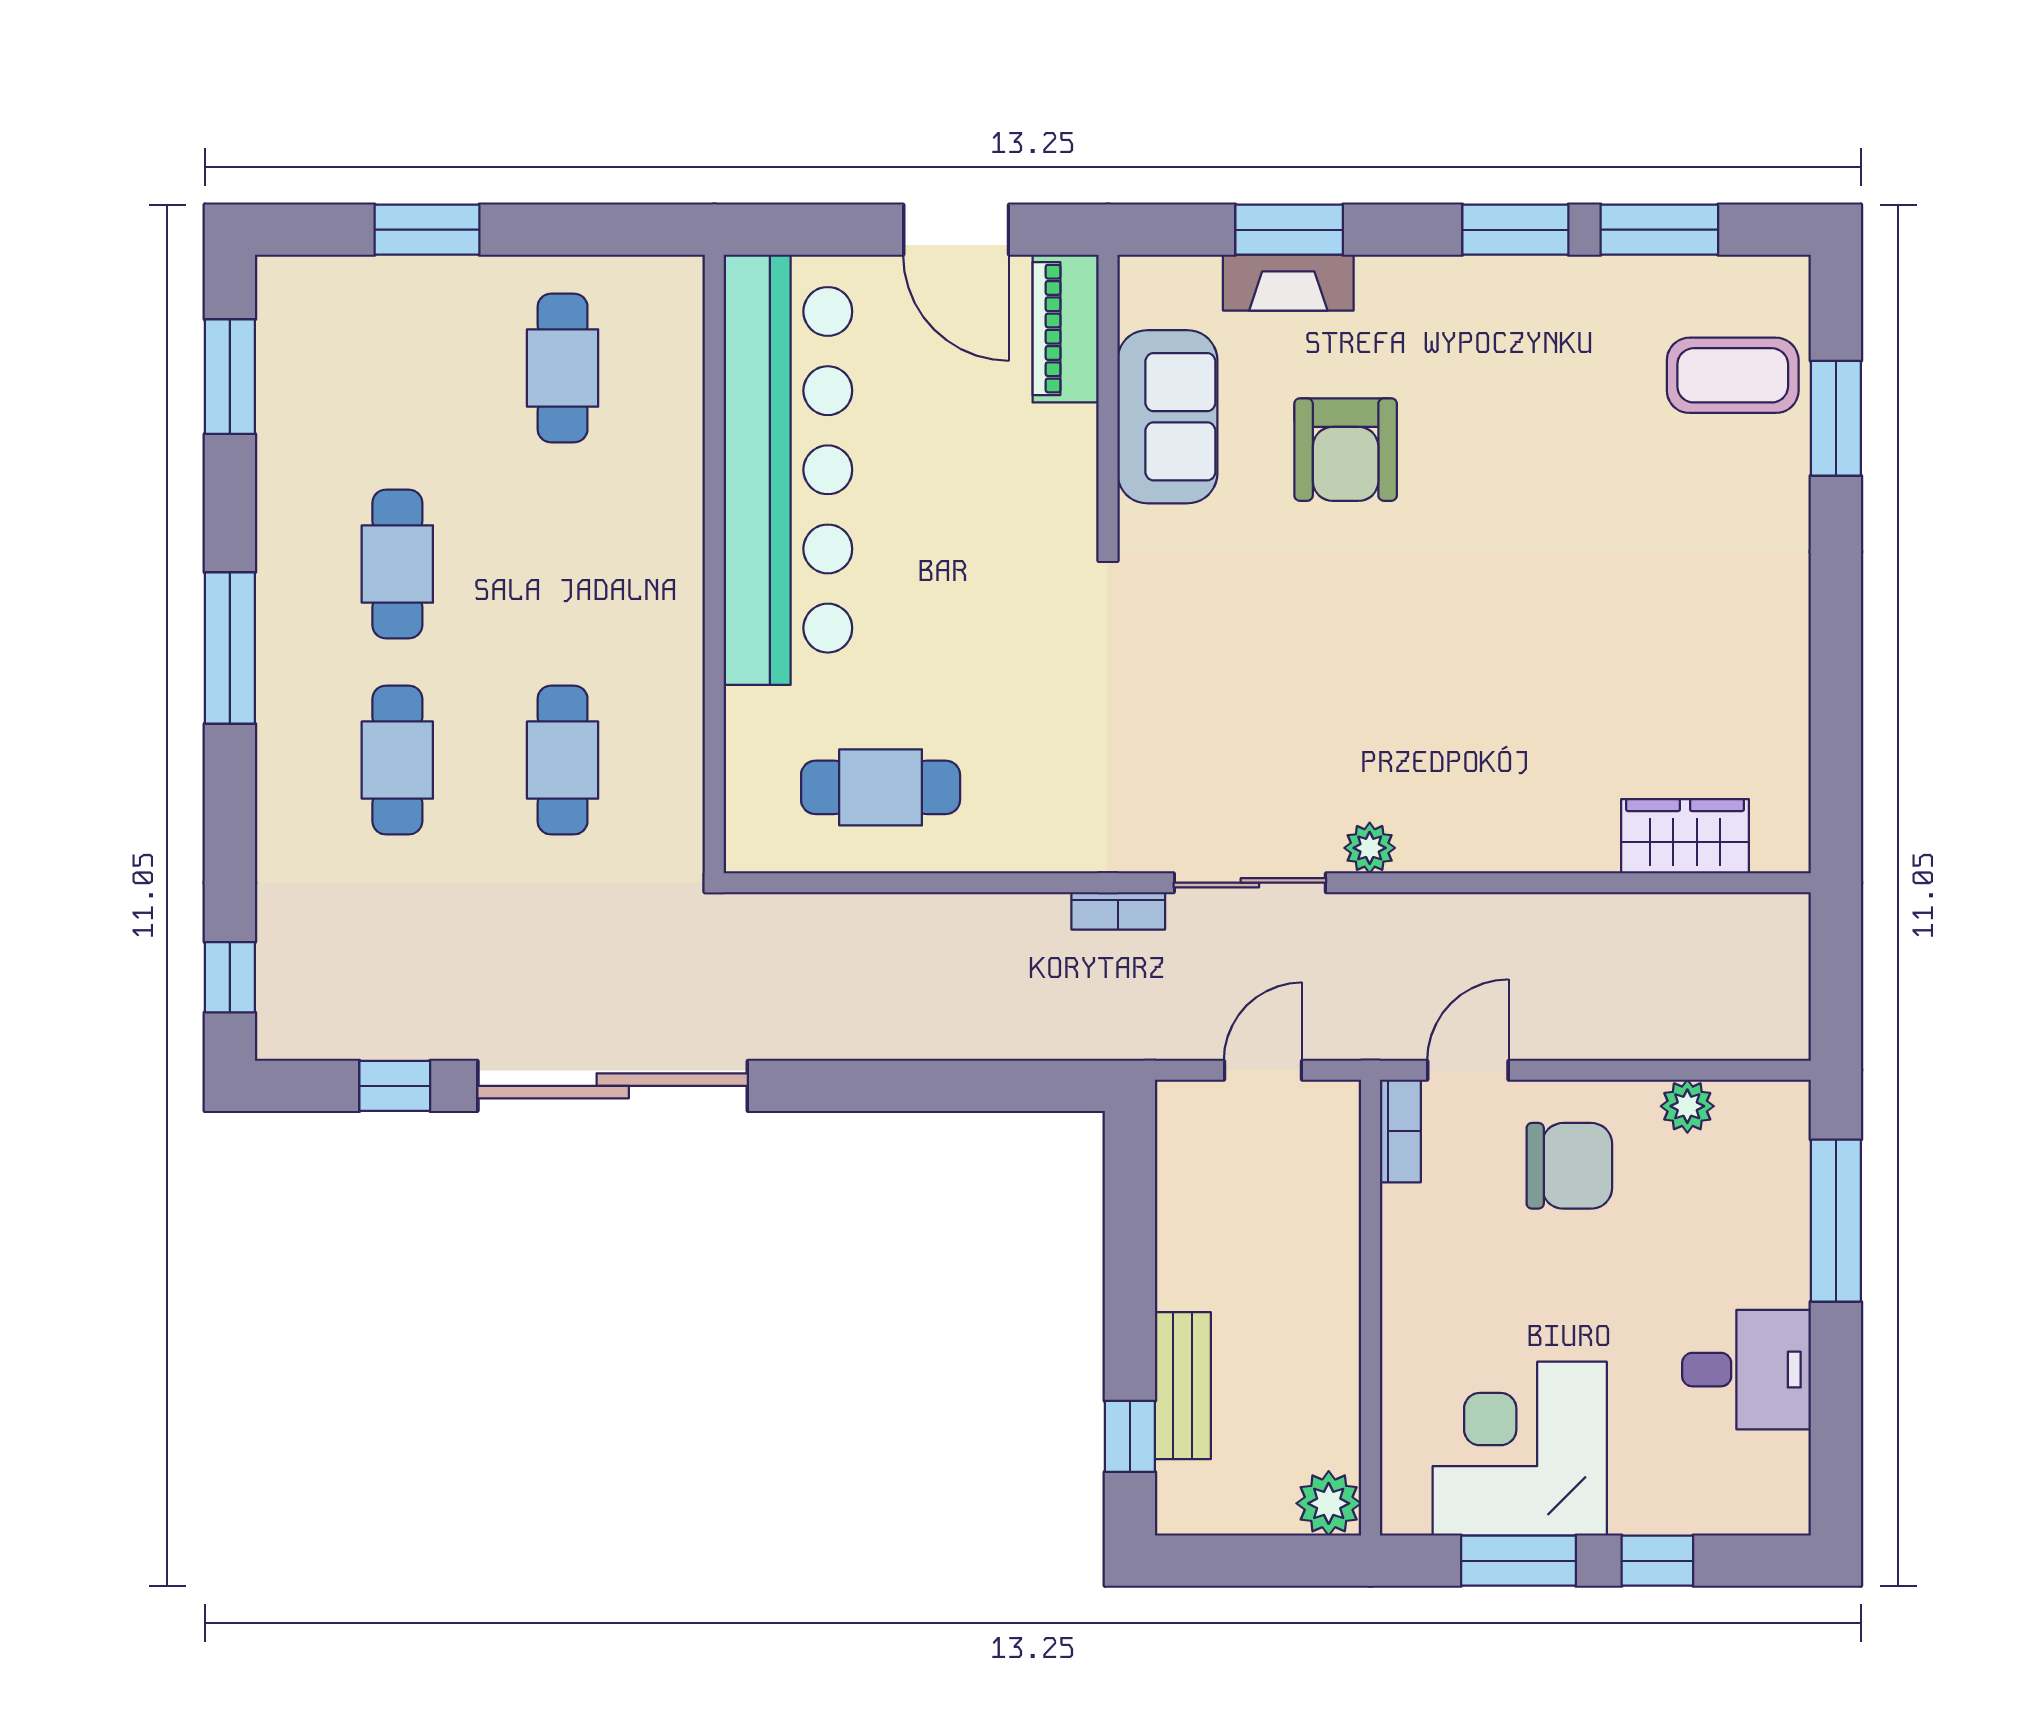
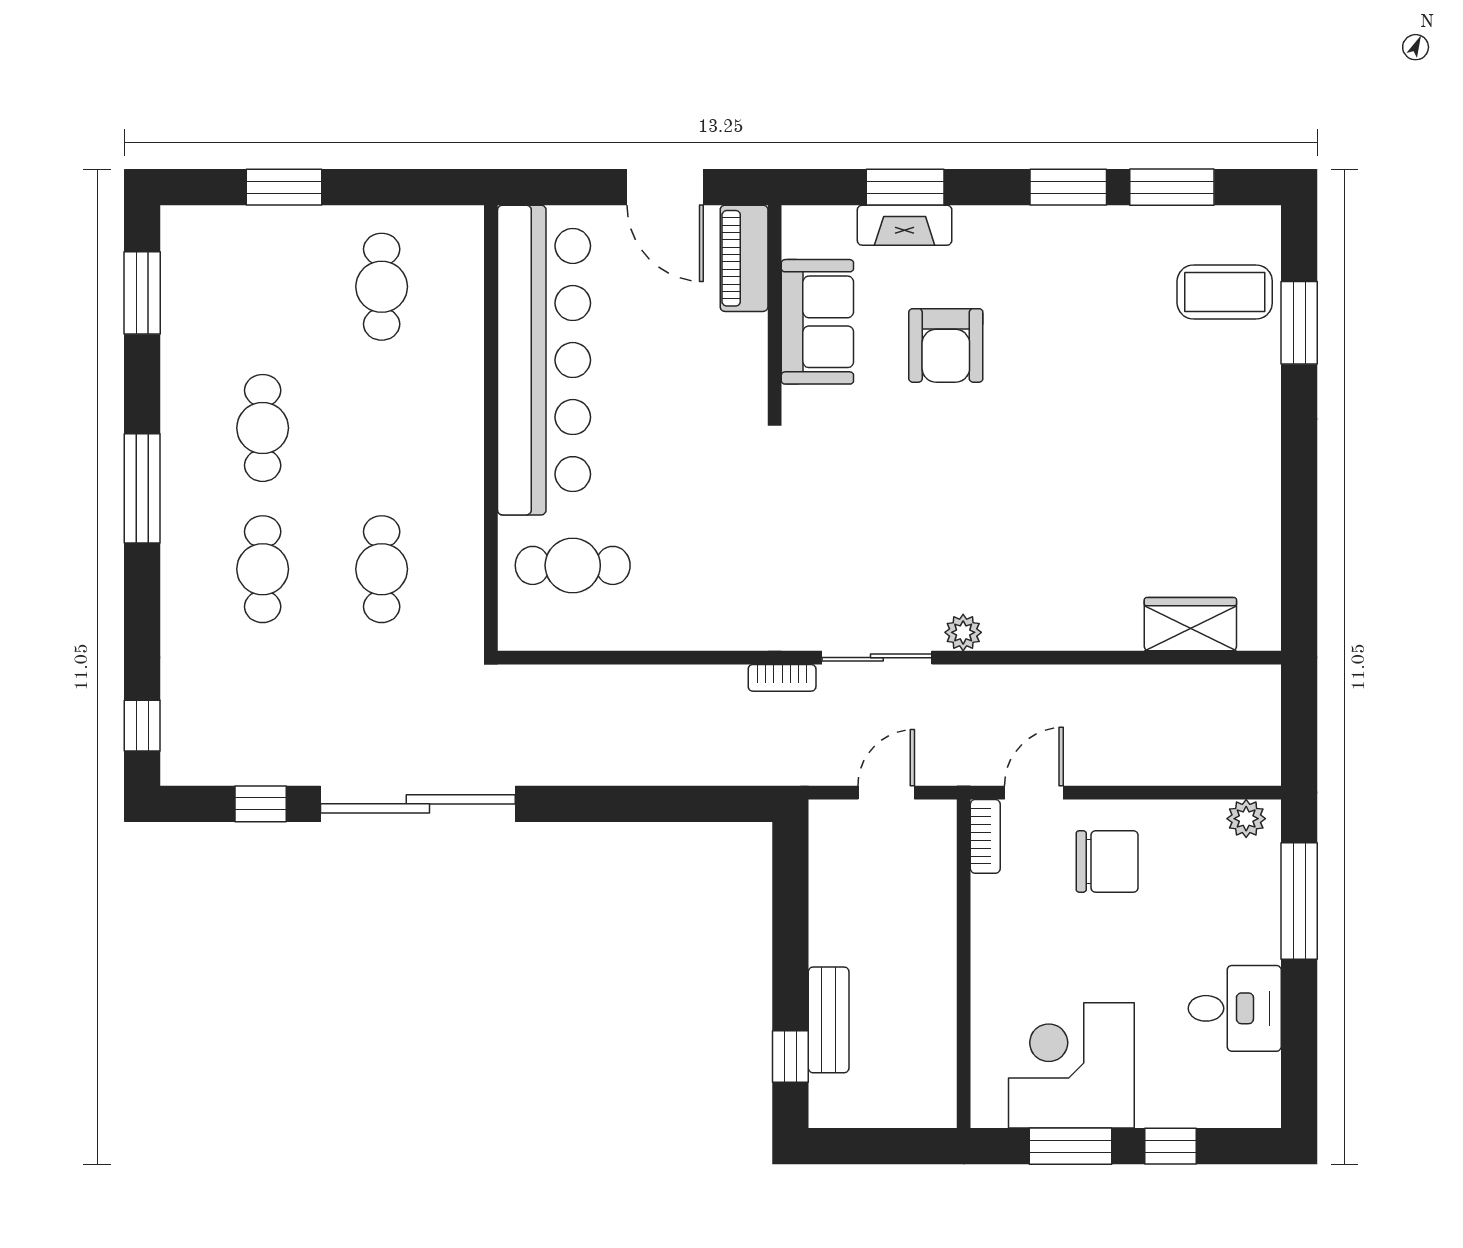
cafe table: (881, 787) -> (573, 565), moved
plant: (1687, 1106) -> (1246, 819), moved
plant: (1329, 1503) -> (934, 1105), removed

